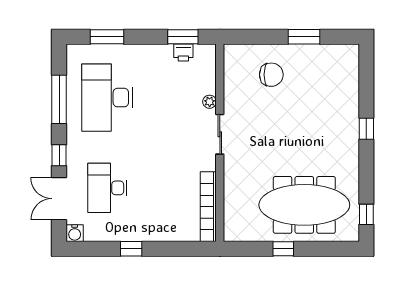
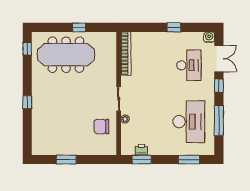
chair: (271, 75) -> (101, 127), moved

